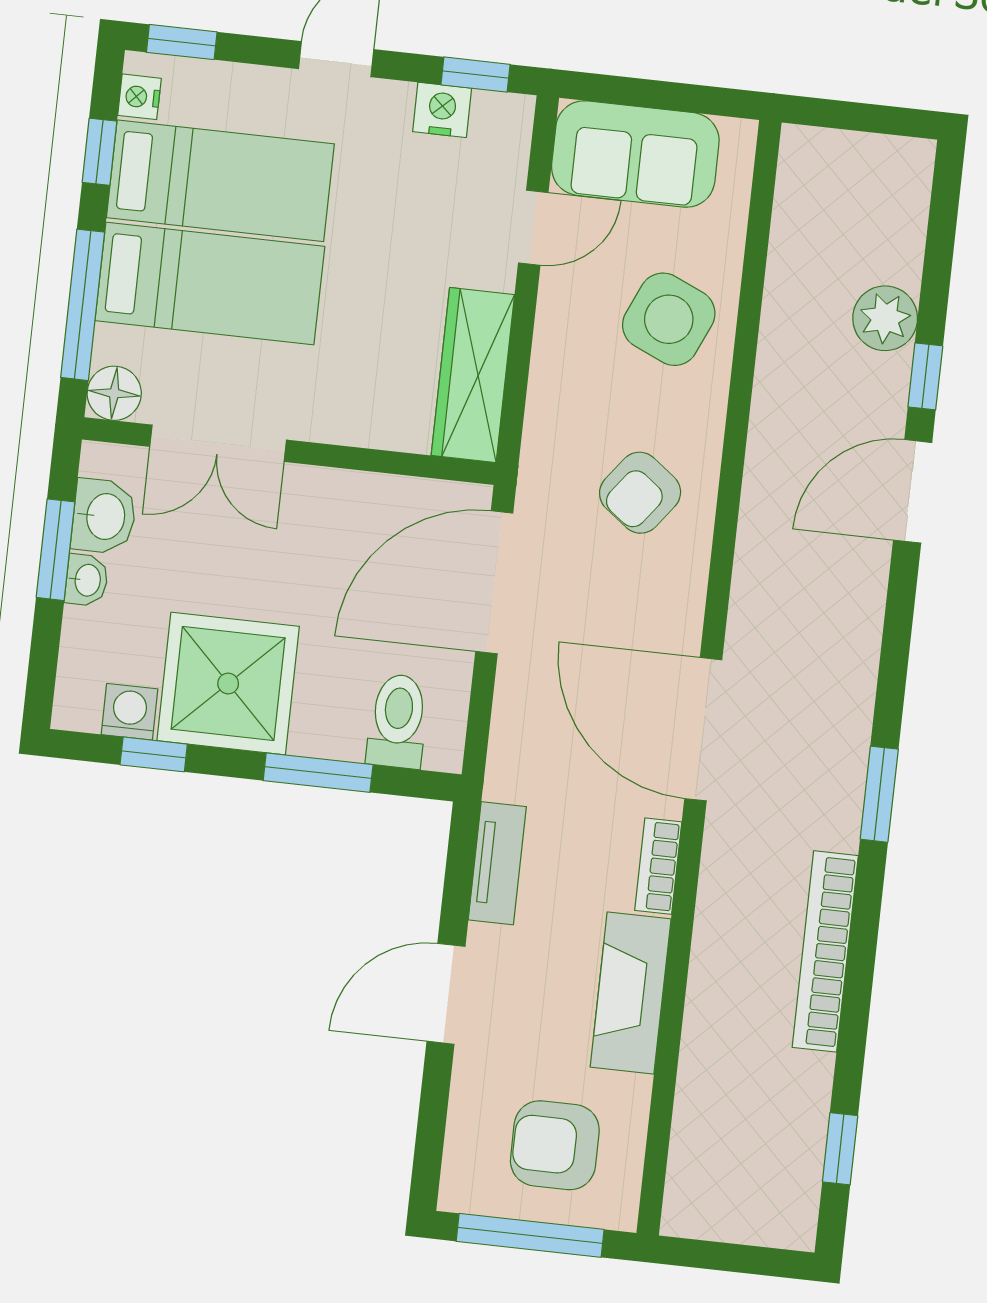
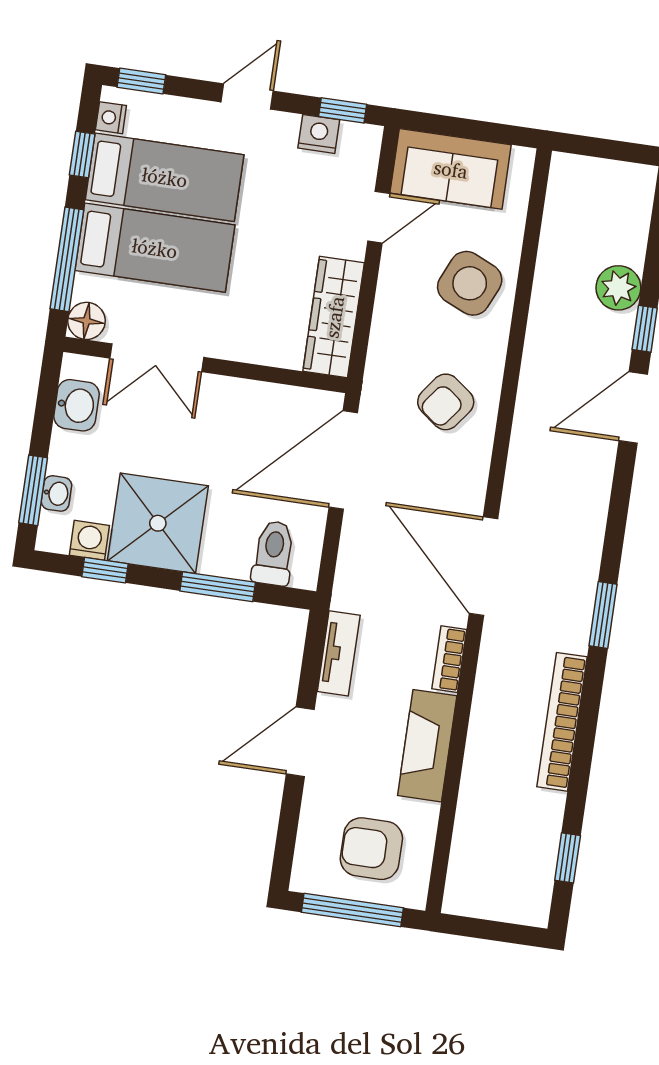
window: (56, 550) -> (33, 490), moved
washbasin: (87, 580) -> (56, 493), moved

